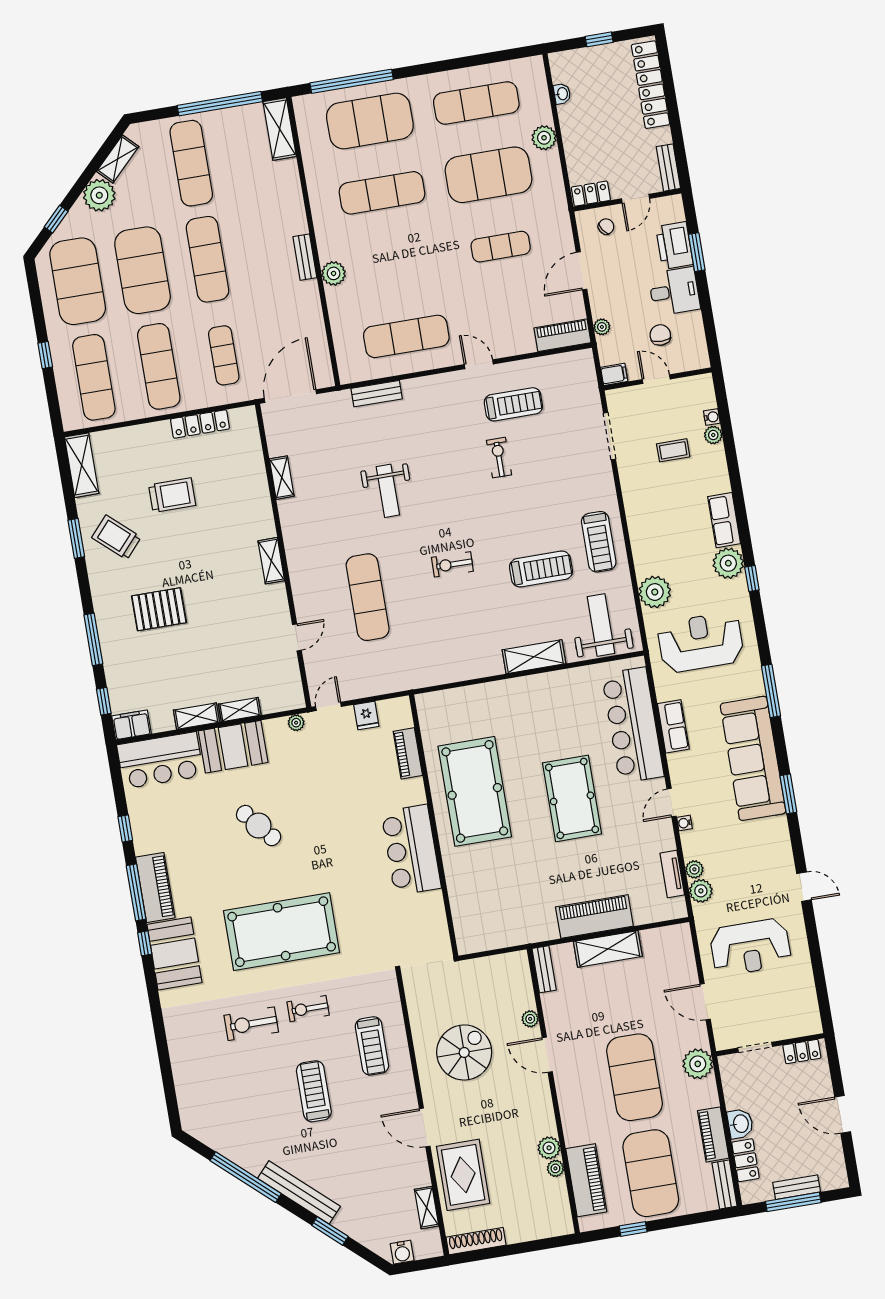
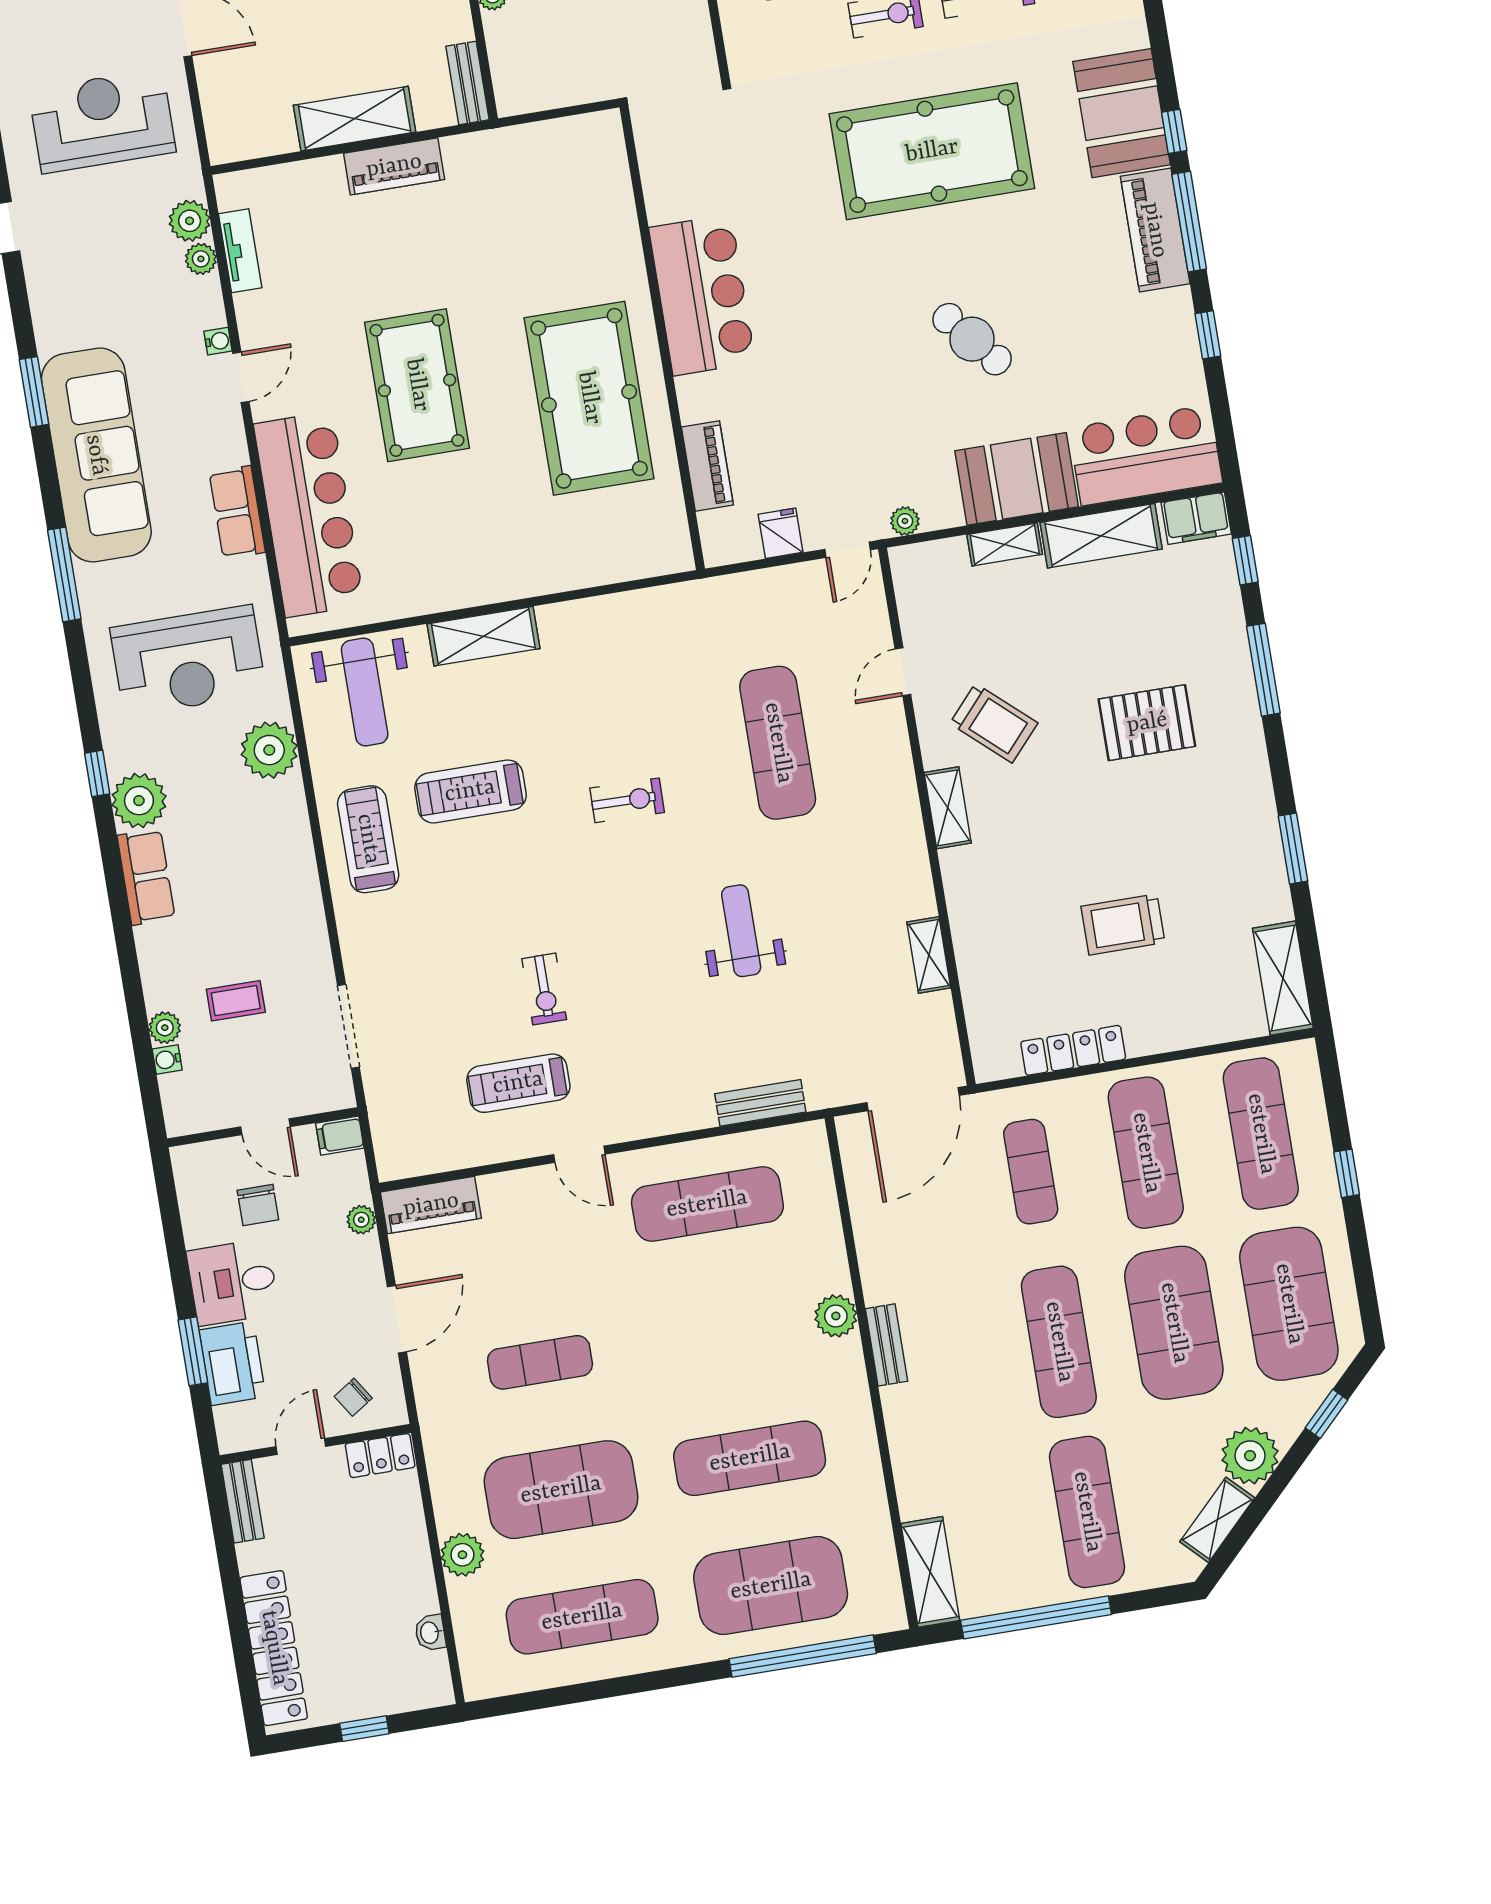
trolley: (116, 537) -> (994, 723), moved
shelving: (197, 716) -> (1101, 536), width x1.50, depth x1.33
piano: (594, 917) -> (394, 166), width x0.73, depth x0.75

